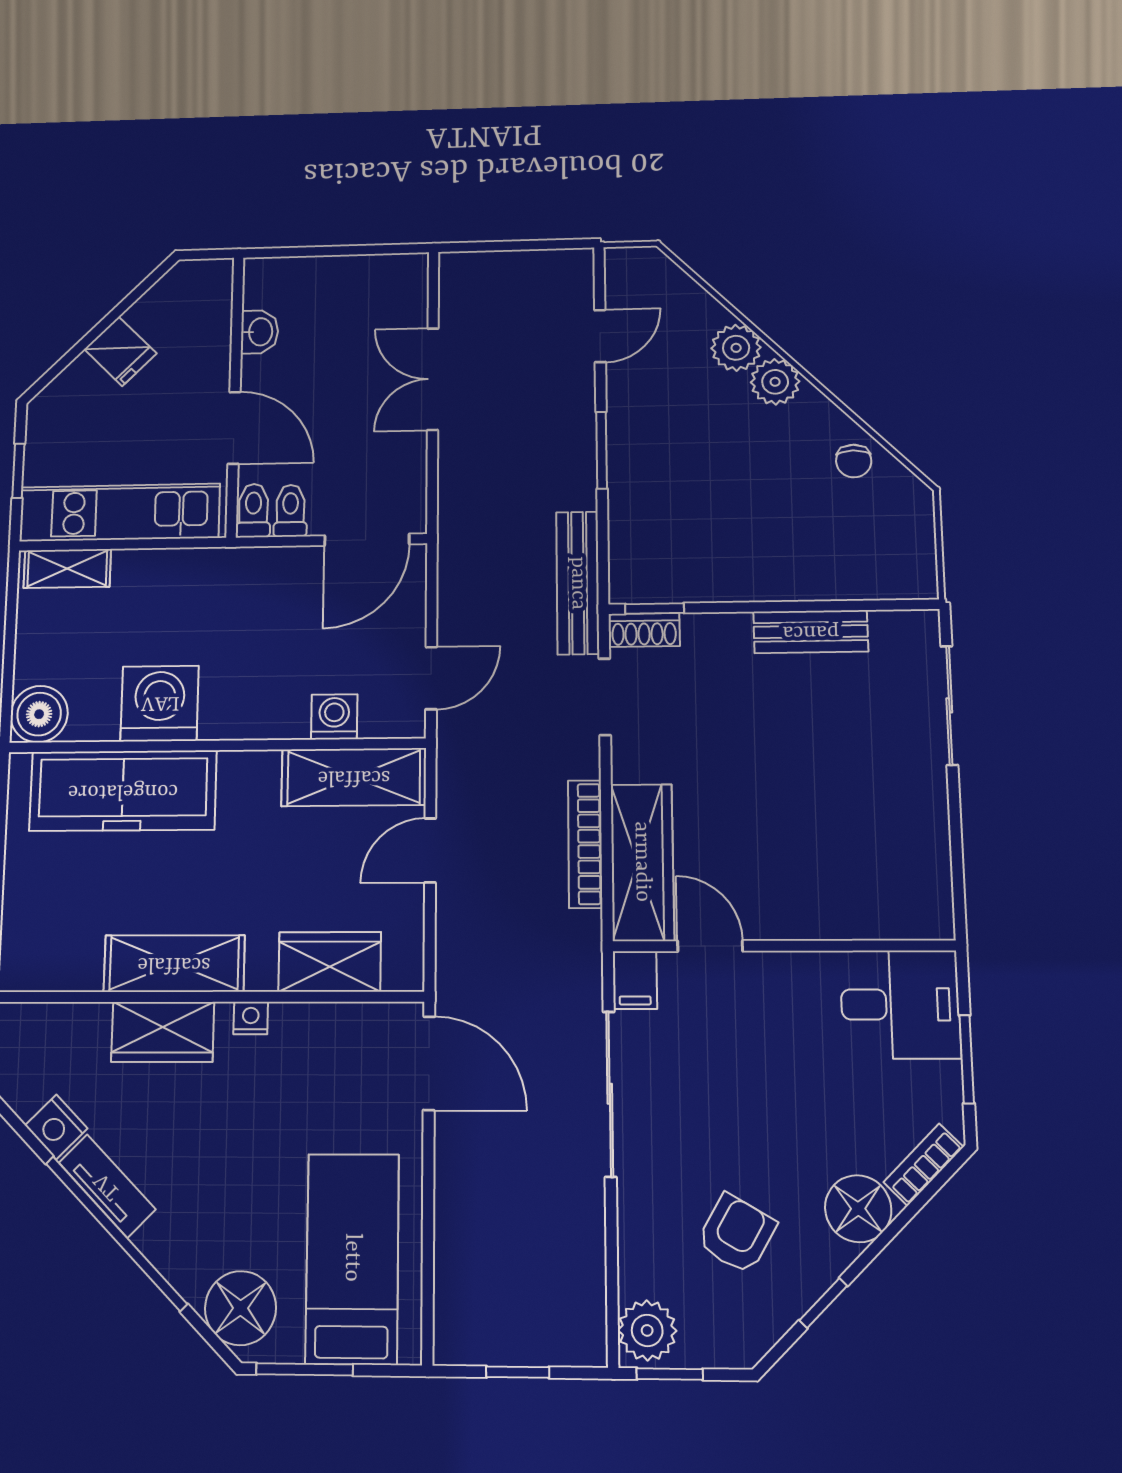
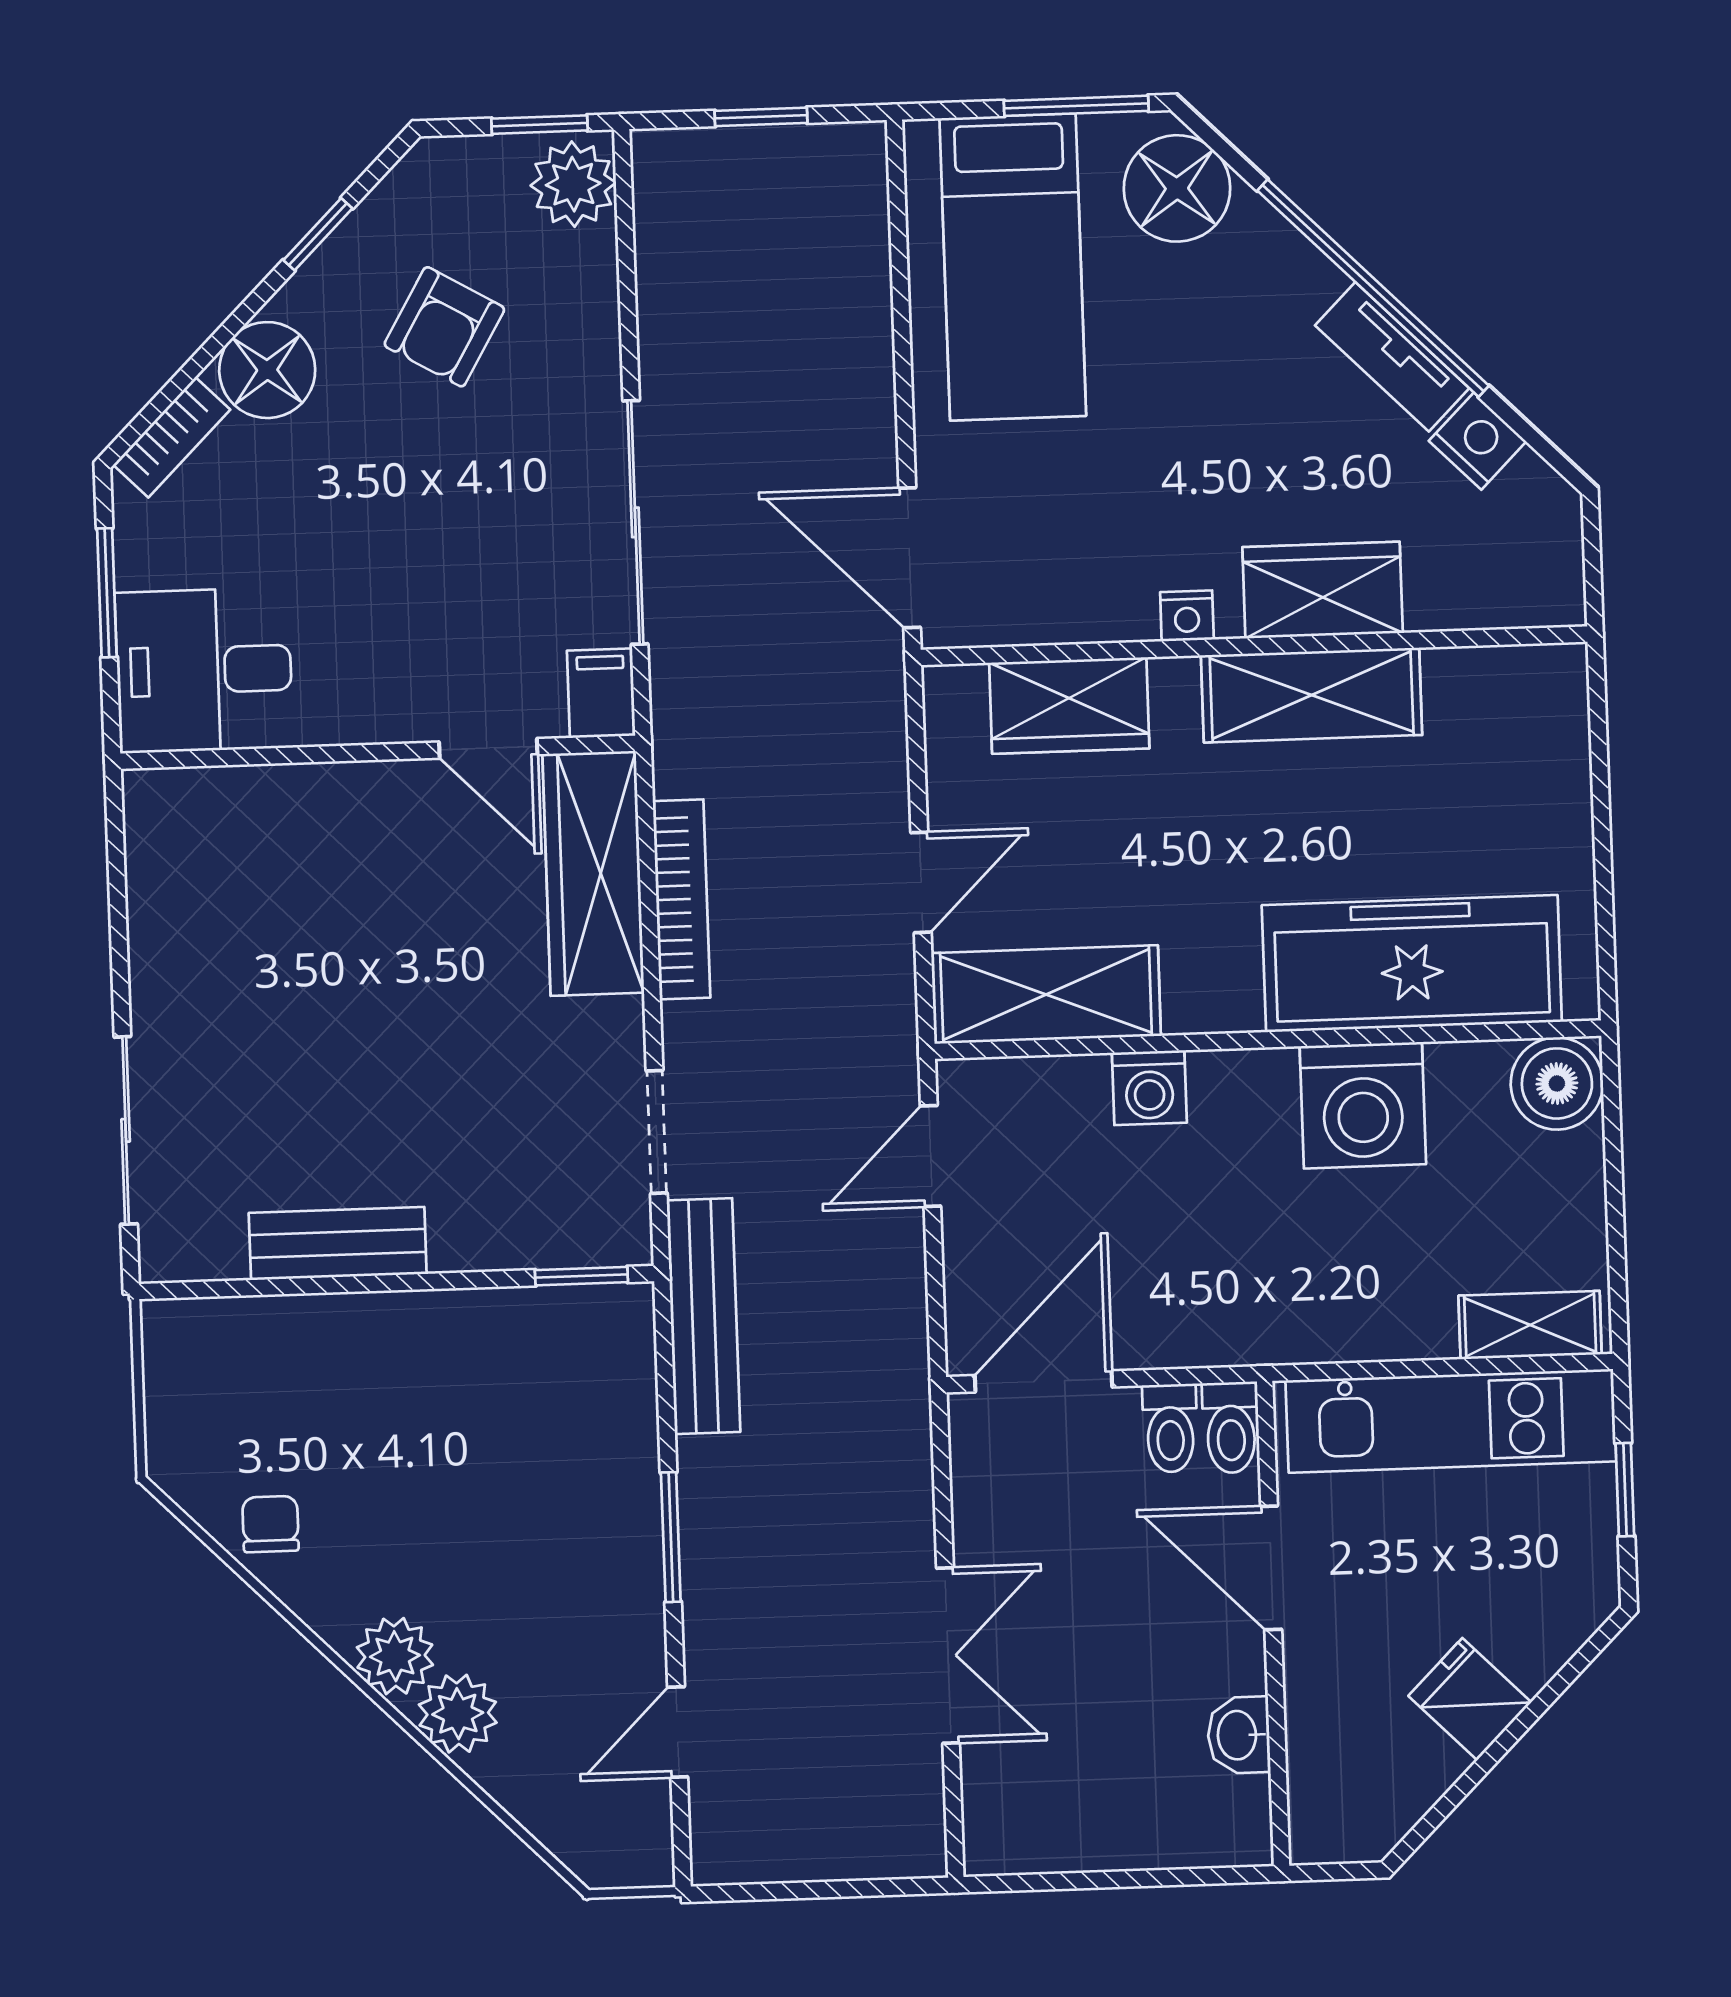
shoe rack: (644, 630) -> (597, 1241), removed
washing machine: (334, 717) -> (1149, 1088), moved

